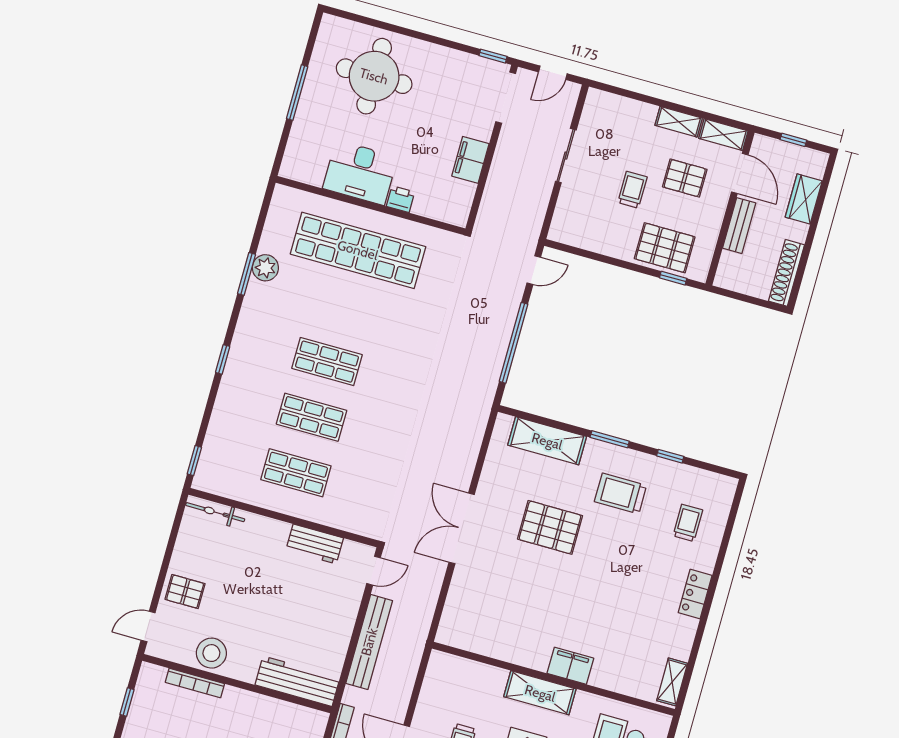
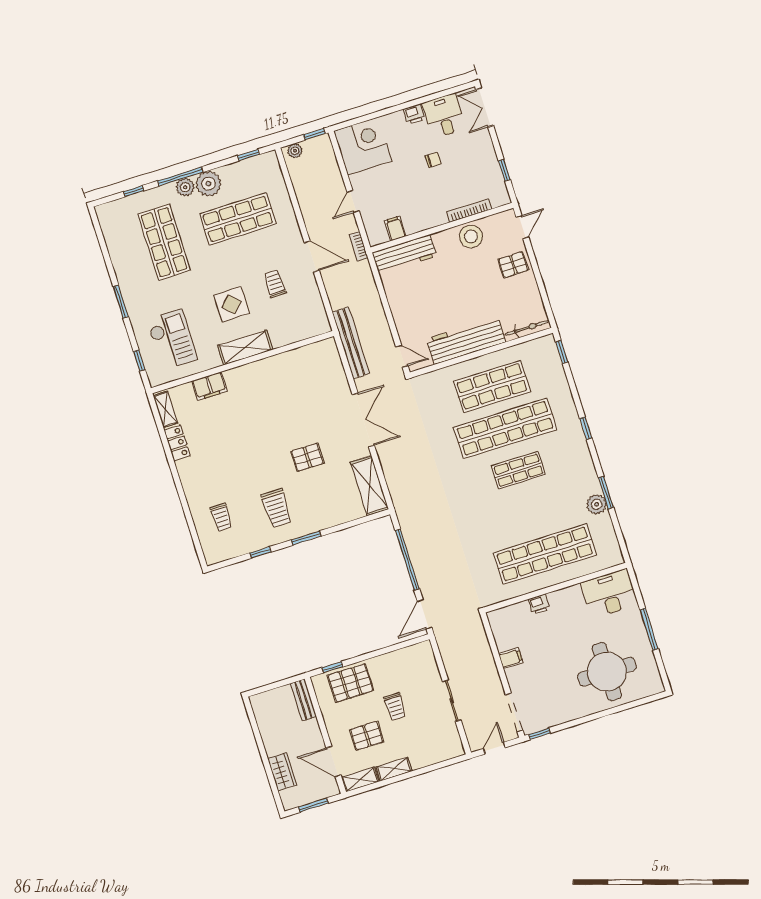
window: (793, 140) -> (313, 805), width x1.50
filing cabinet: (470, 160) -> (511, 658), width x0.50
desk: (360, 173) -> (609, 594), moved
bench: (739, 226) -> (303, 700), moved
door: (534, 270) -> (425, 614), width x1.37
shoe rack: (786, 273) -> (263, 717), removed
shop shelf: (311, 417) -> (505, 428), width x2.00, depth x1.36
shelving: (547, 441) -> (369, 486), moved, turned 90
shop shelf: (296, 473) -> (492, 386), width x1.43, depth x1.36
trolley: (621, 494) -> (277, 508), turned 90
pallet: (550, 527) -> (307, 457), width x0.67, depth x0.71
workbench: (315, 544) -> (466, 340), width x1.88, depth x1.32
door: (374, 571) -> (402, 356), swing flipped
locker: (695, 594) -> (177, 443), moved
bench: (369, 642) -> (351, 343), moved
filing cabinet: (570, 666) -> (210, 386), moved
filing cabinet: (289, 716) -> (395, 228), added

